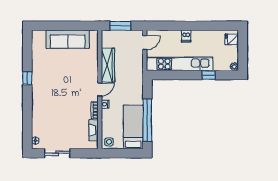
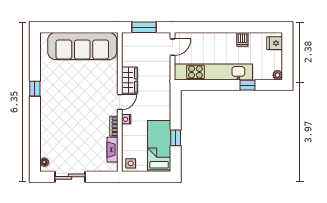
dishwasher: (186, 36) -> (242, 39), moved
sofa: (68, 39) -> (82, 46), width x1.36, depth x1.27
wardrobe: (108, 65) -> (129, 80), width x0.67
window: (147, 120) -> (176, 138), width x0.32

